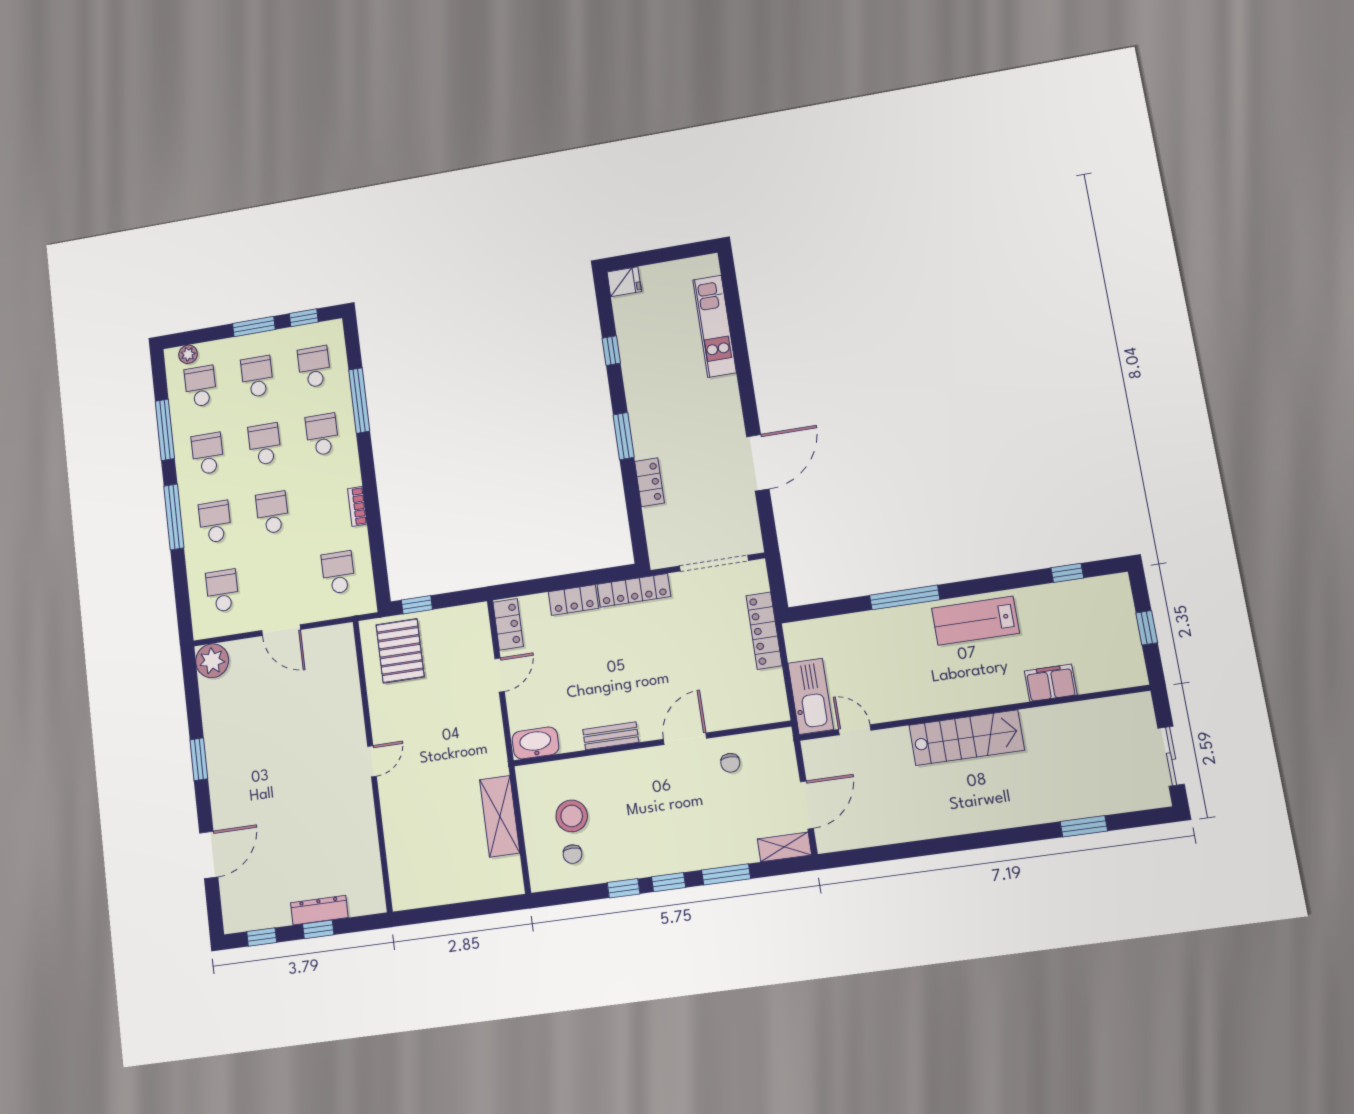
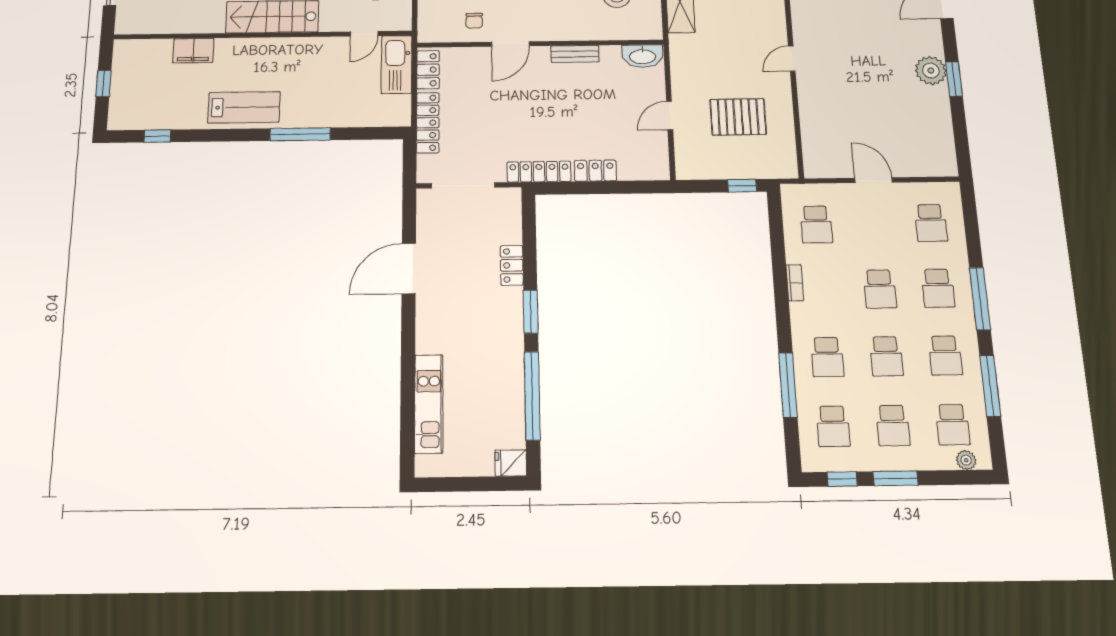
window: (611, 351) -> (532, 396), width x3.17
locker: (508, 624) -> (428, 70), moved, turned 180
pallet: (400, 651) -> (738, 117), moved, turned 90
plant: (212, 661) -> (931, 71), moved
door: (855, 730) -> (364, 34), hinge flipped
chair: (730, 763) -> (474, 21), turned 180

